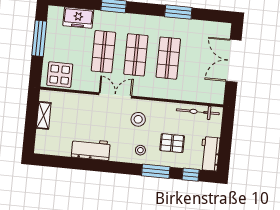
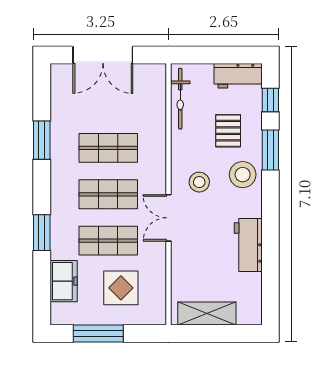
display table: (60, 75) -> (121, 288), moved
shelving: (44, 115) -> (207, 314), width x1.50, depth x1.33
stool: (140, 150) -> (243, 175), width x1.89, depth x1.89

